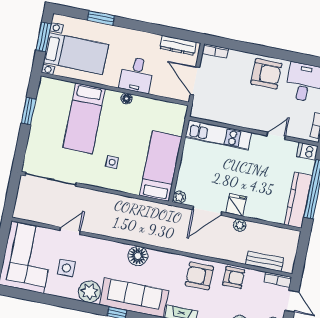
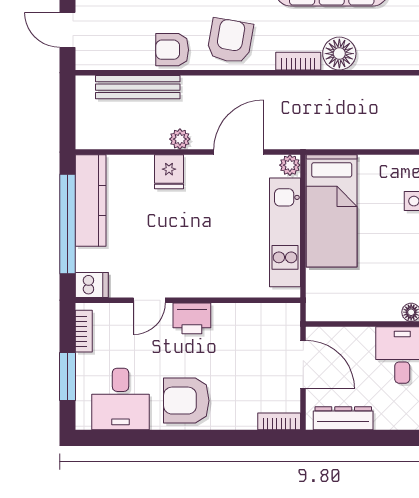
printer: (254, 120) -> (192, 318), added
kitchen unit: (218, 135) -> (285, 232), moved, turned -90
fridge: (236, 205) -> (169, 172), moved
bench: (264, 261) -> (138, 87), width x1.36
armchair: (199, 276) -> (230, 41), turned -80
bookcase: (278, 280) -> (298, 61), moved

